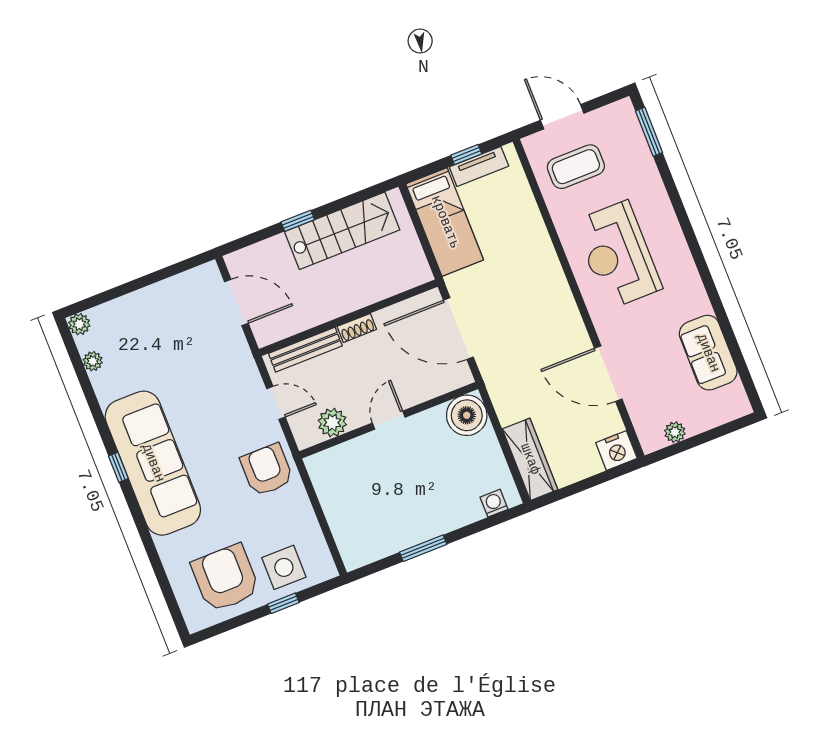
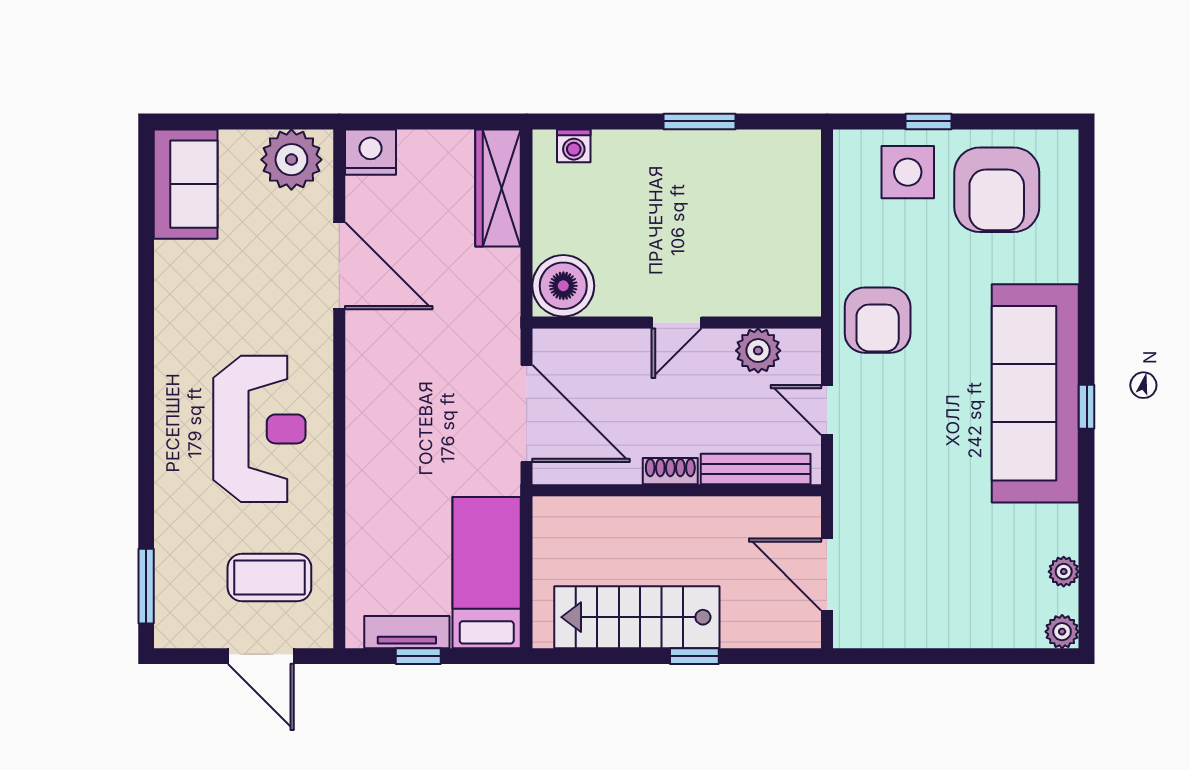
sofa: (708, 353) -> (186, 184), moved
plant: (675, 432) -> (291, 160), width x1.88, depth x1.88

